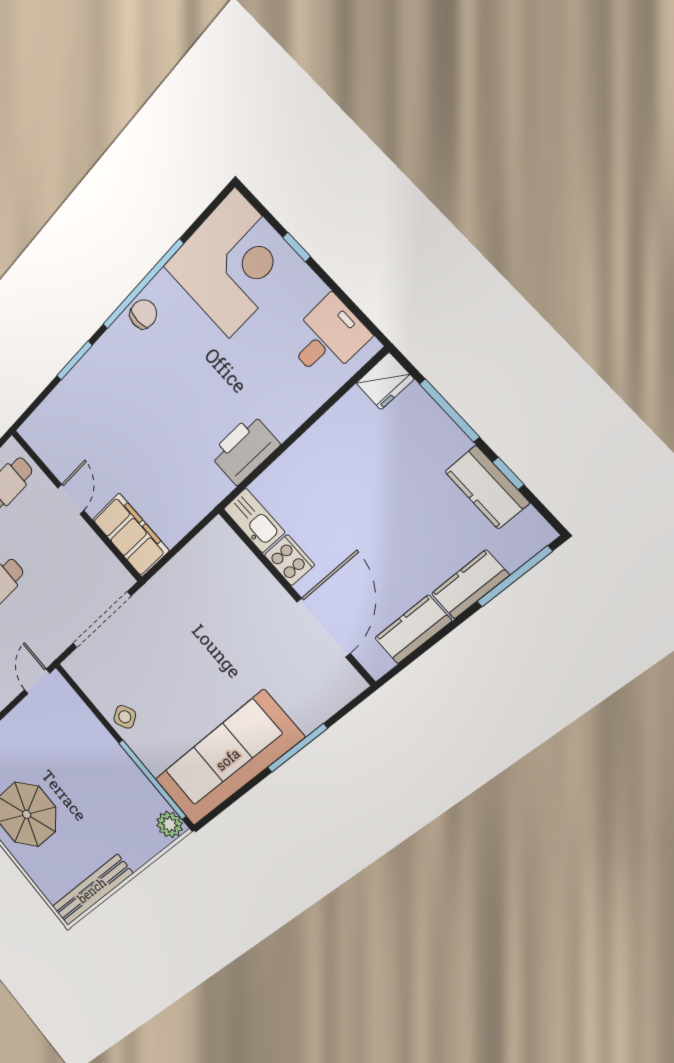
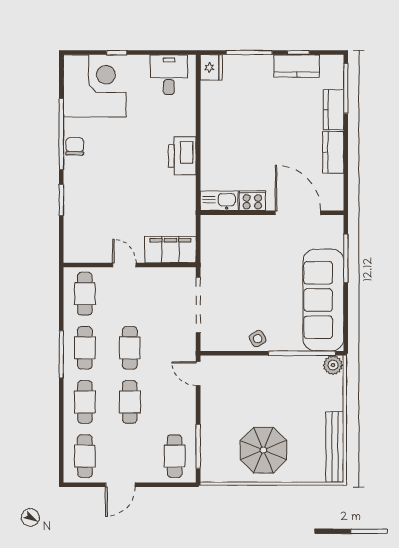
kitchen sink: (254, 521) -> (219, 201), moved
cooker: (289, 560) -> (252, 201), moved
wall: (296, 596) -> (272, 213), moved
door: (323, 628) -> (298, 213), moved

